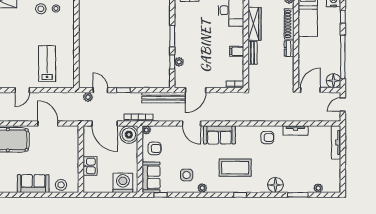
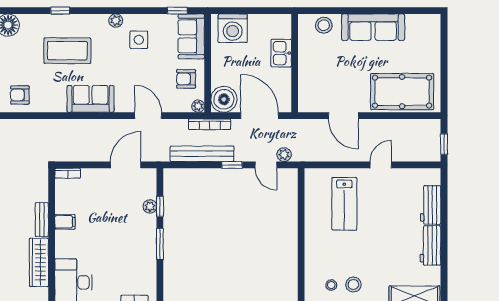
bench: (163, 98) -> (202, 154), moved
door: (192, 123) -> (148, 116), moved
sofa: (33, 184) -> (373, 27), width x1.36

